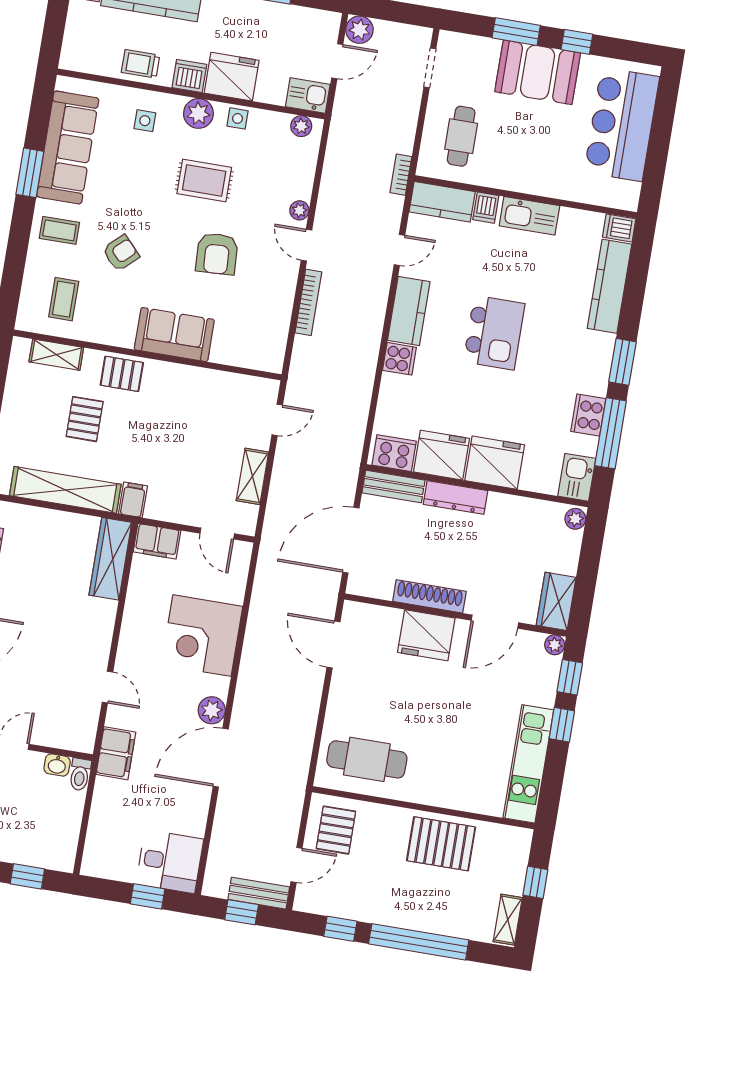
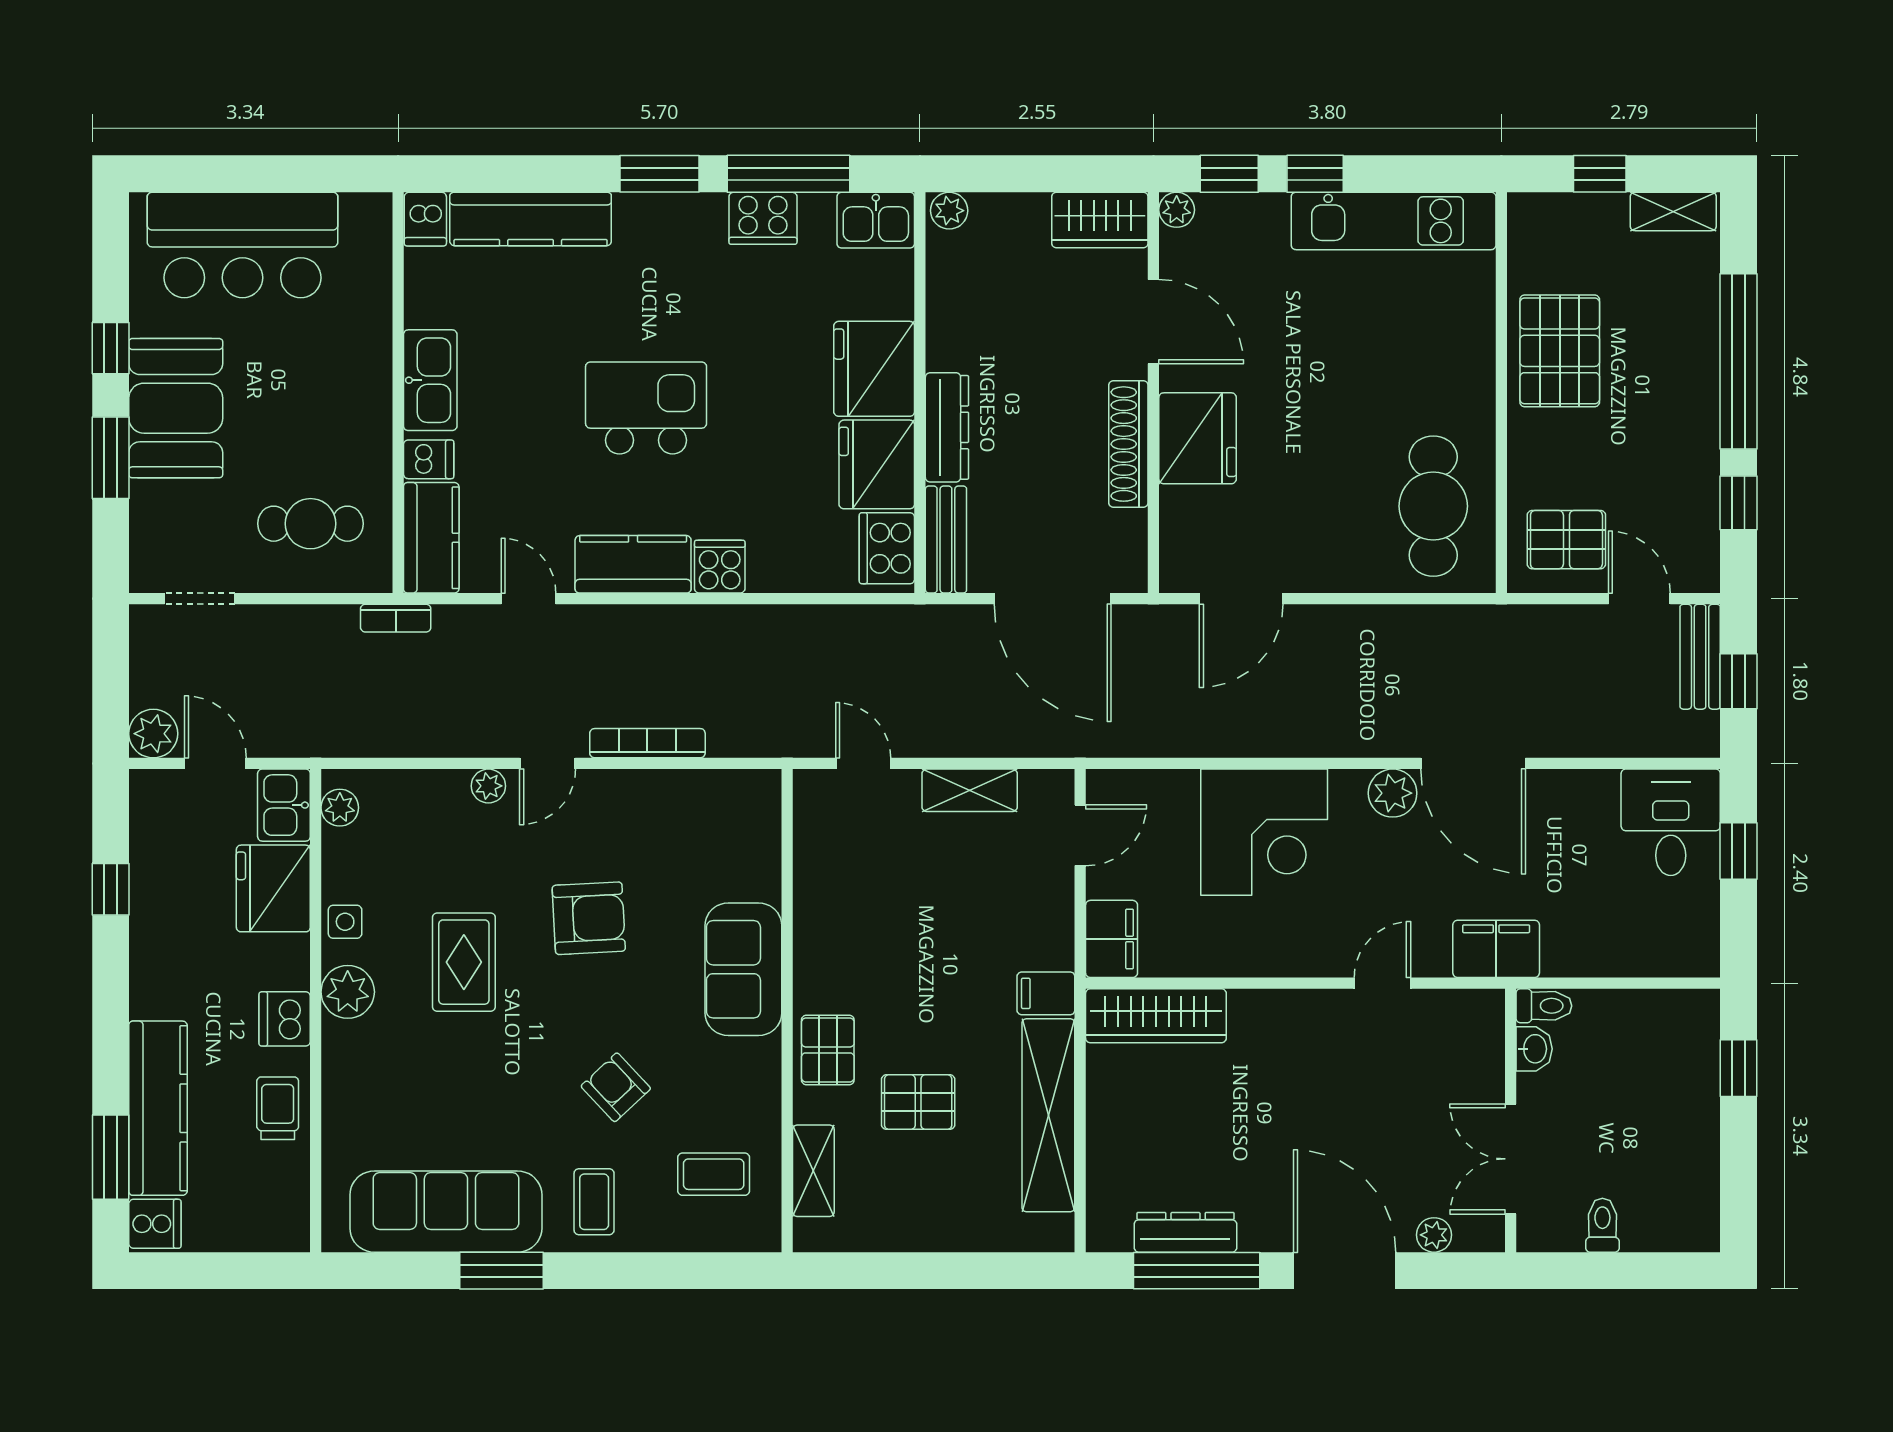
trolley: (141, 64) -> (278, 1108), turned 180
fridge: (232, 77) -> (273, 888), moved
side table: (145, 121) -> (376, 1084), removed

